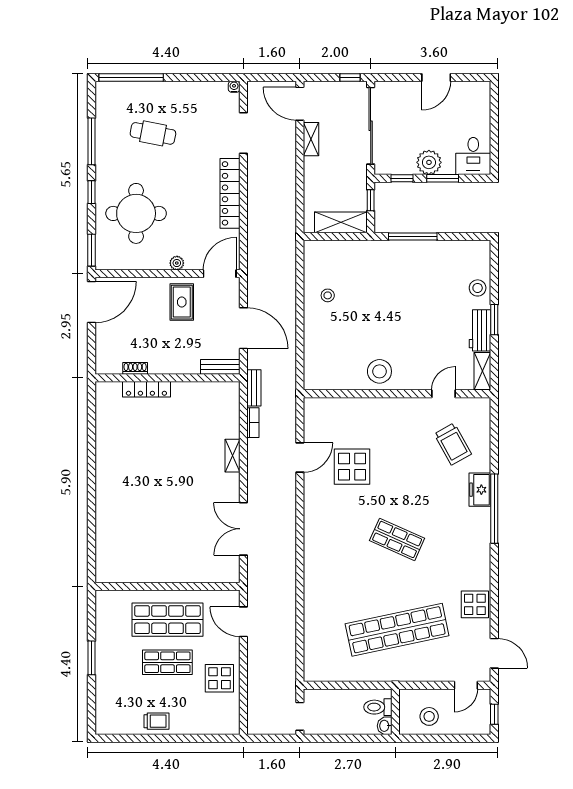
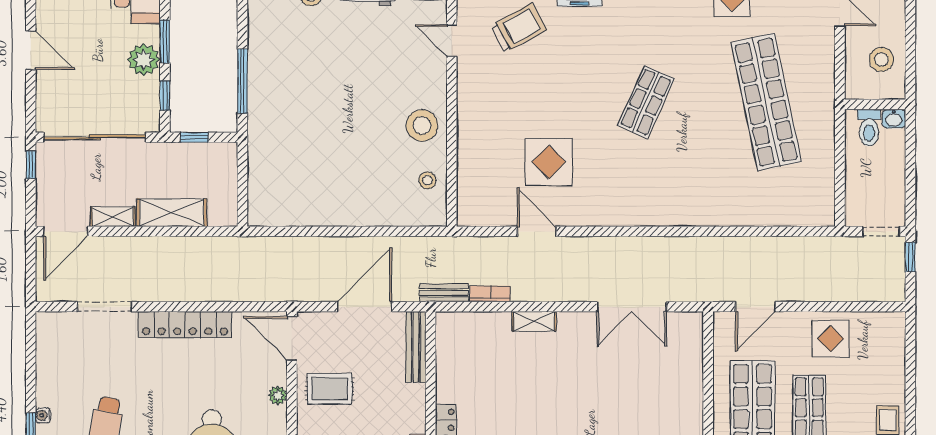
water cooler: (234, 87) -> (43, 415), moved
shelving: (341, 222) -> (172, 213), moved, turned 90
stool: (328, 295) -> (427, 180), moved
bench: (220, 367) -> (416, 347), width x1.36
window: (281, 738) -> (910, 257), added

